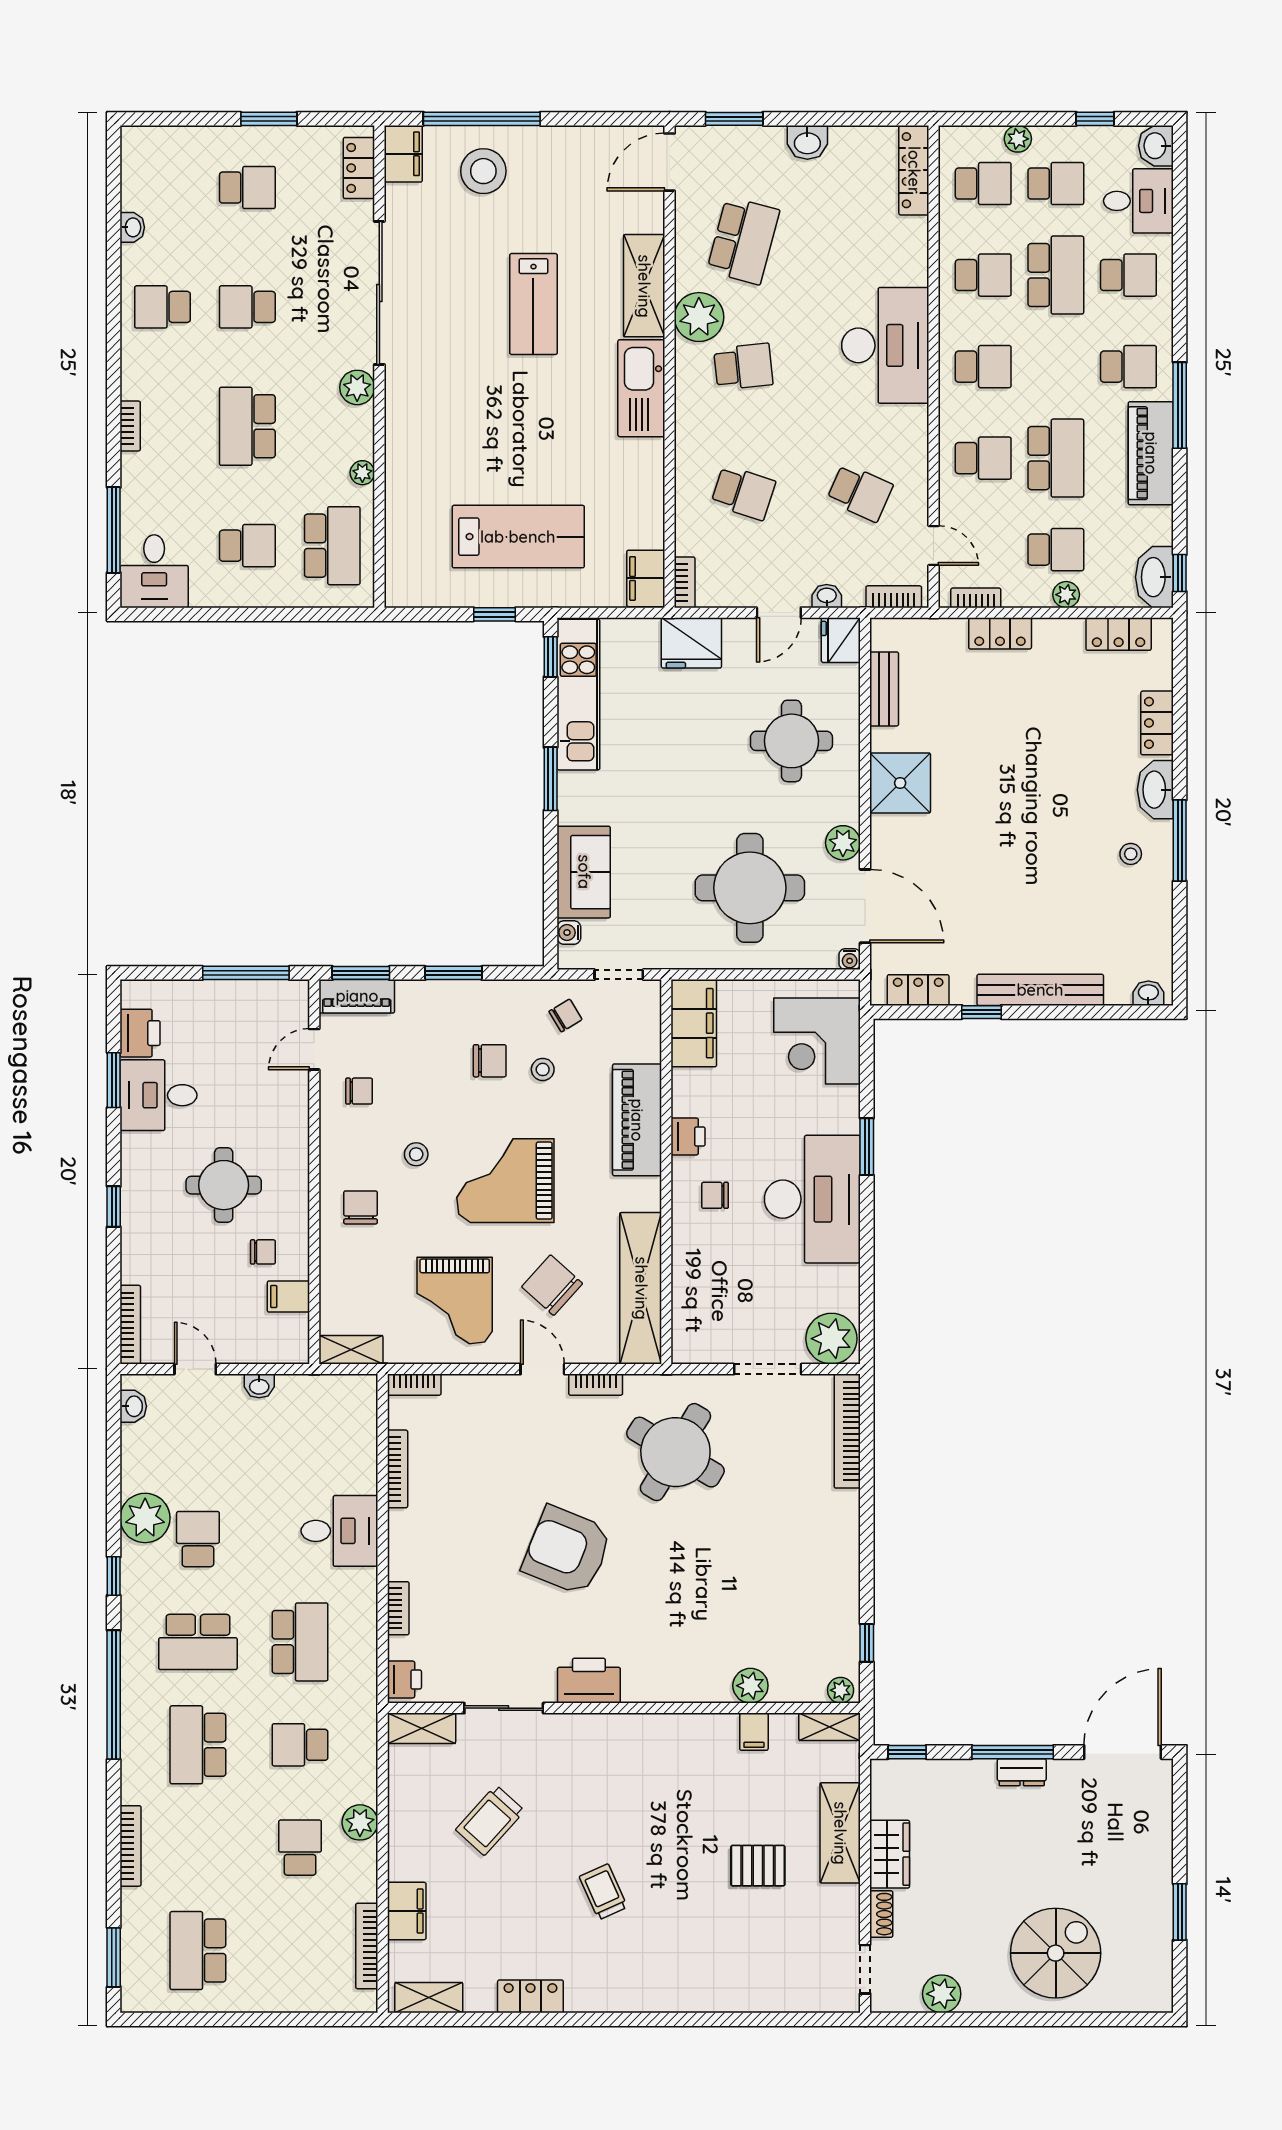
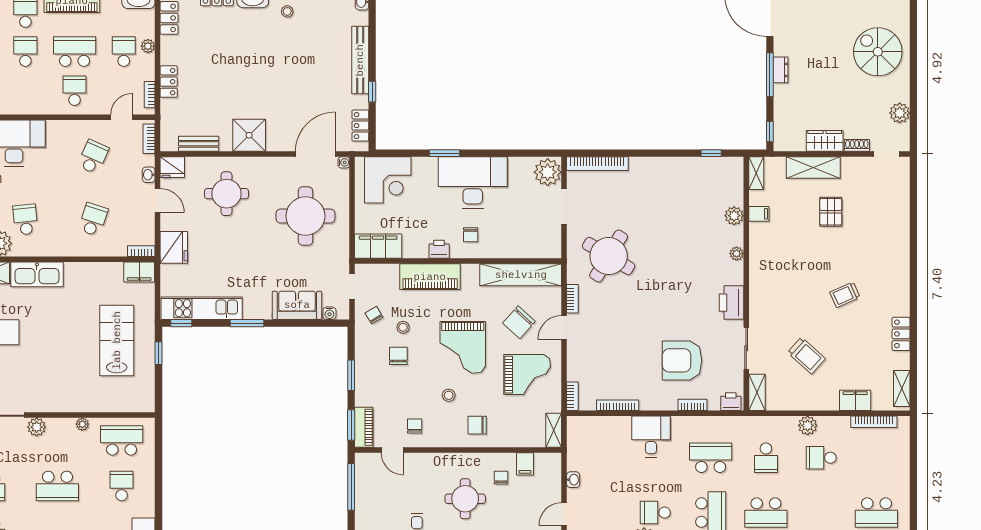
school desk: (983, 367) -> (25, 52), moved
plant: (843, 843) -> (281, 166), removed
armchair: (567, 1551) -> (682, 360), moved, turned 68
plant: (841, 1690) -> (737, 254), moved

